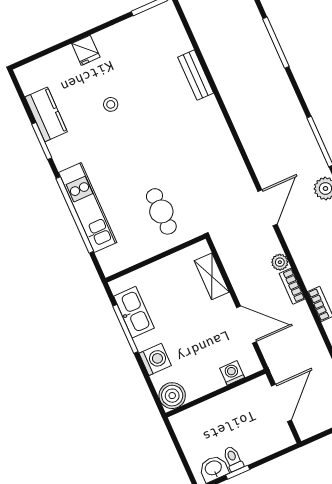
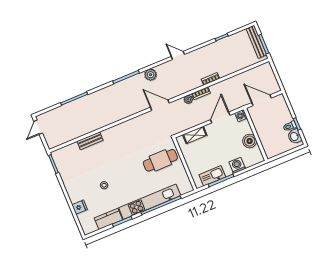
fridge: (86, 50) -> (80, 207), moved
kitchen unit: (88, 208) -> (150, 202), width x1.36
cafe table: (161, 211) -> (160, 160), width x1.37, depth x1.35
washing machine: (232, 373) -> (241, 116), moved
boiler: (172, 396) -> (250, 141), moved

